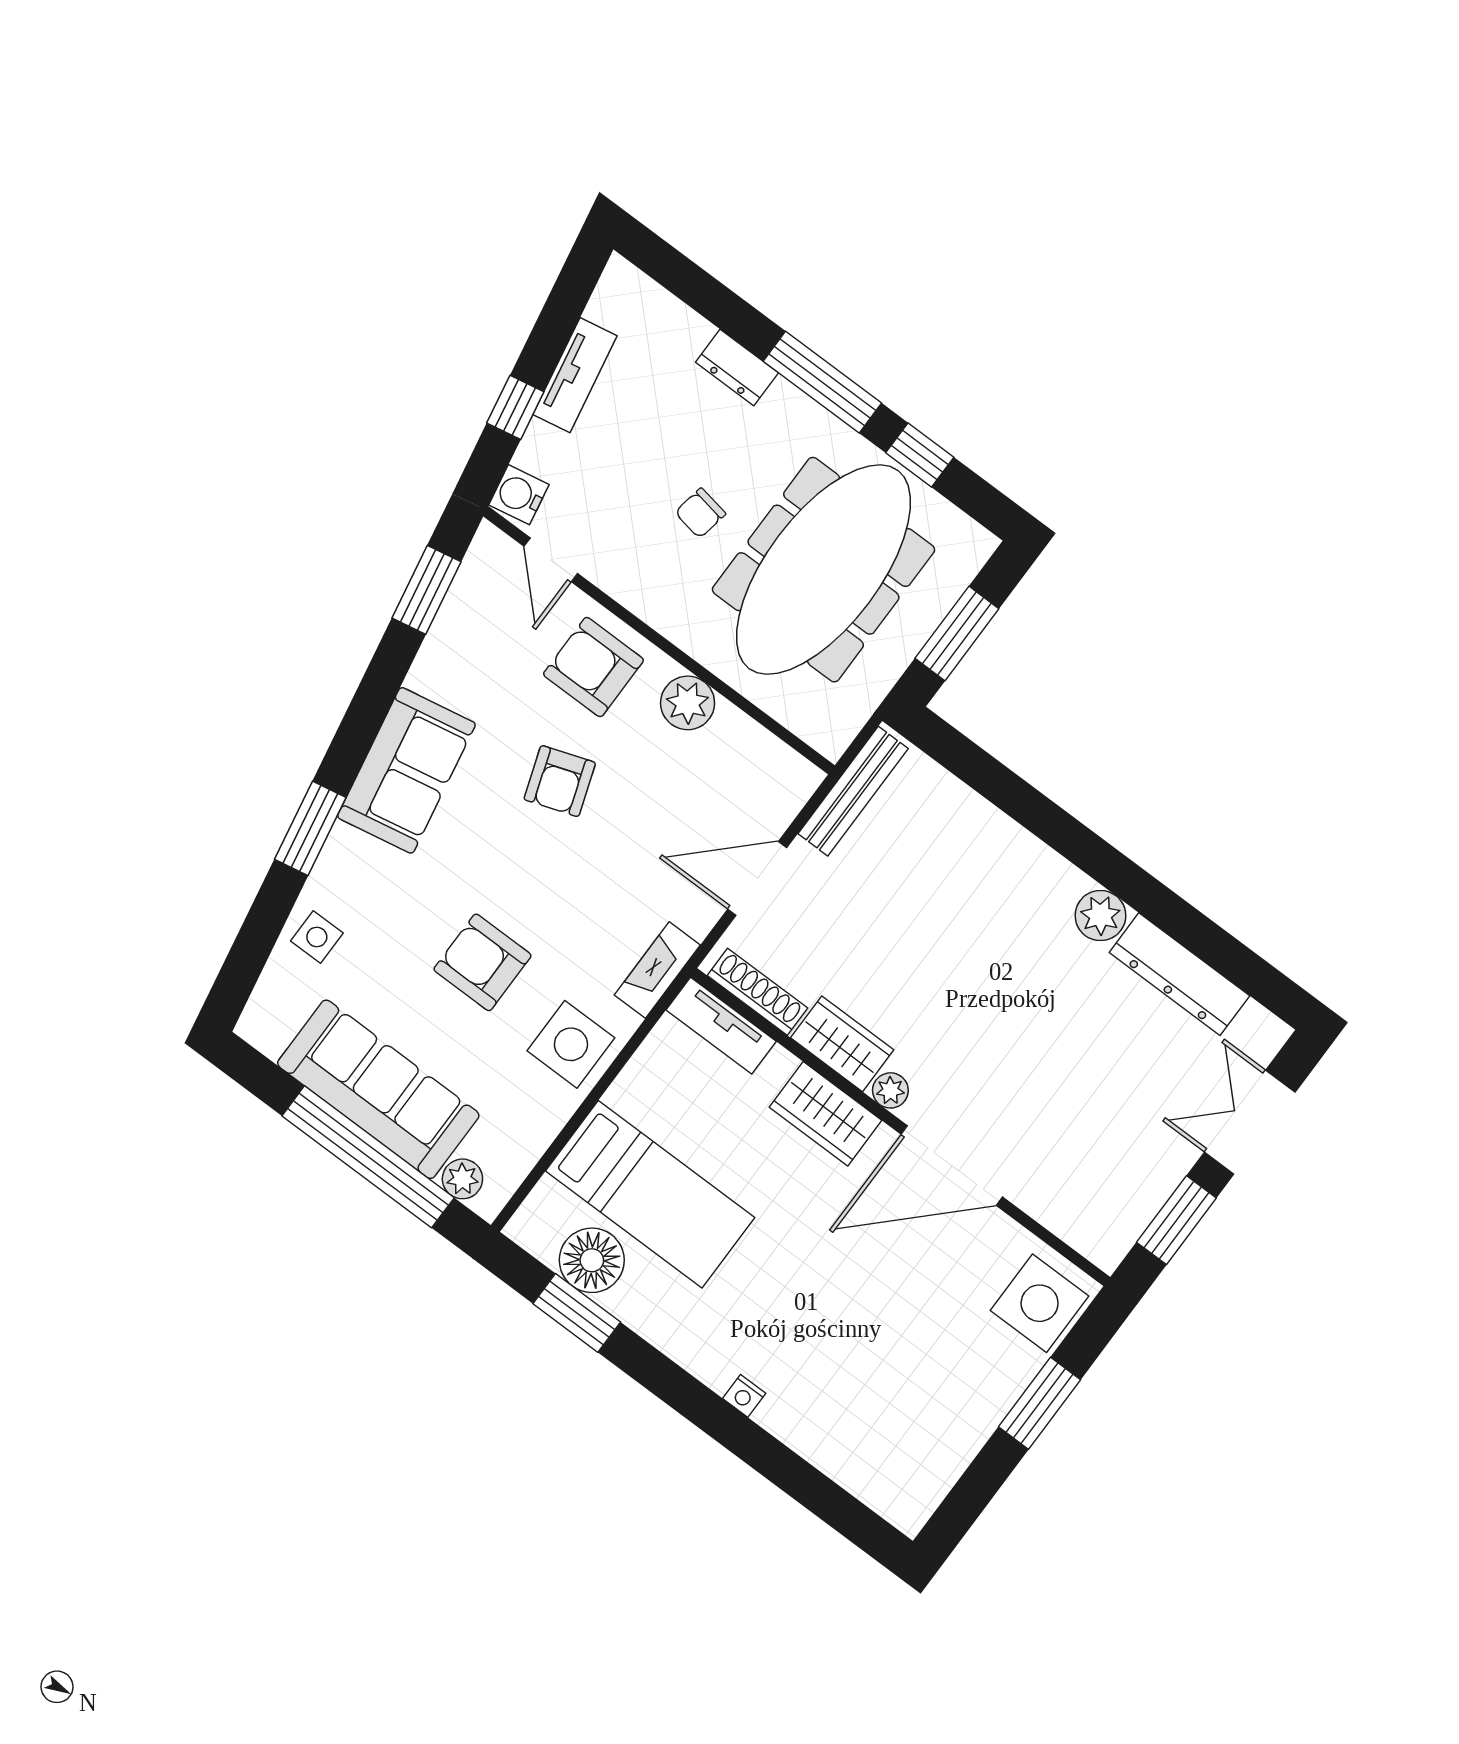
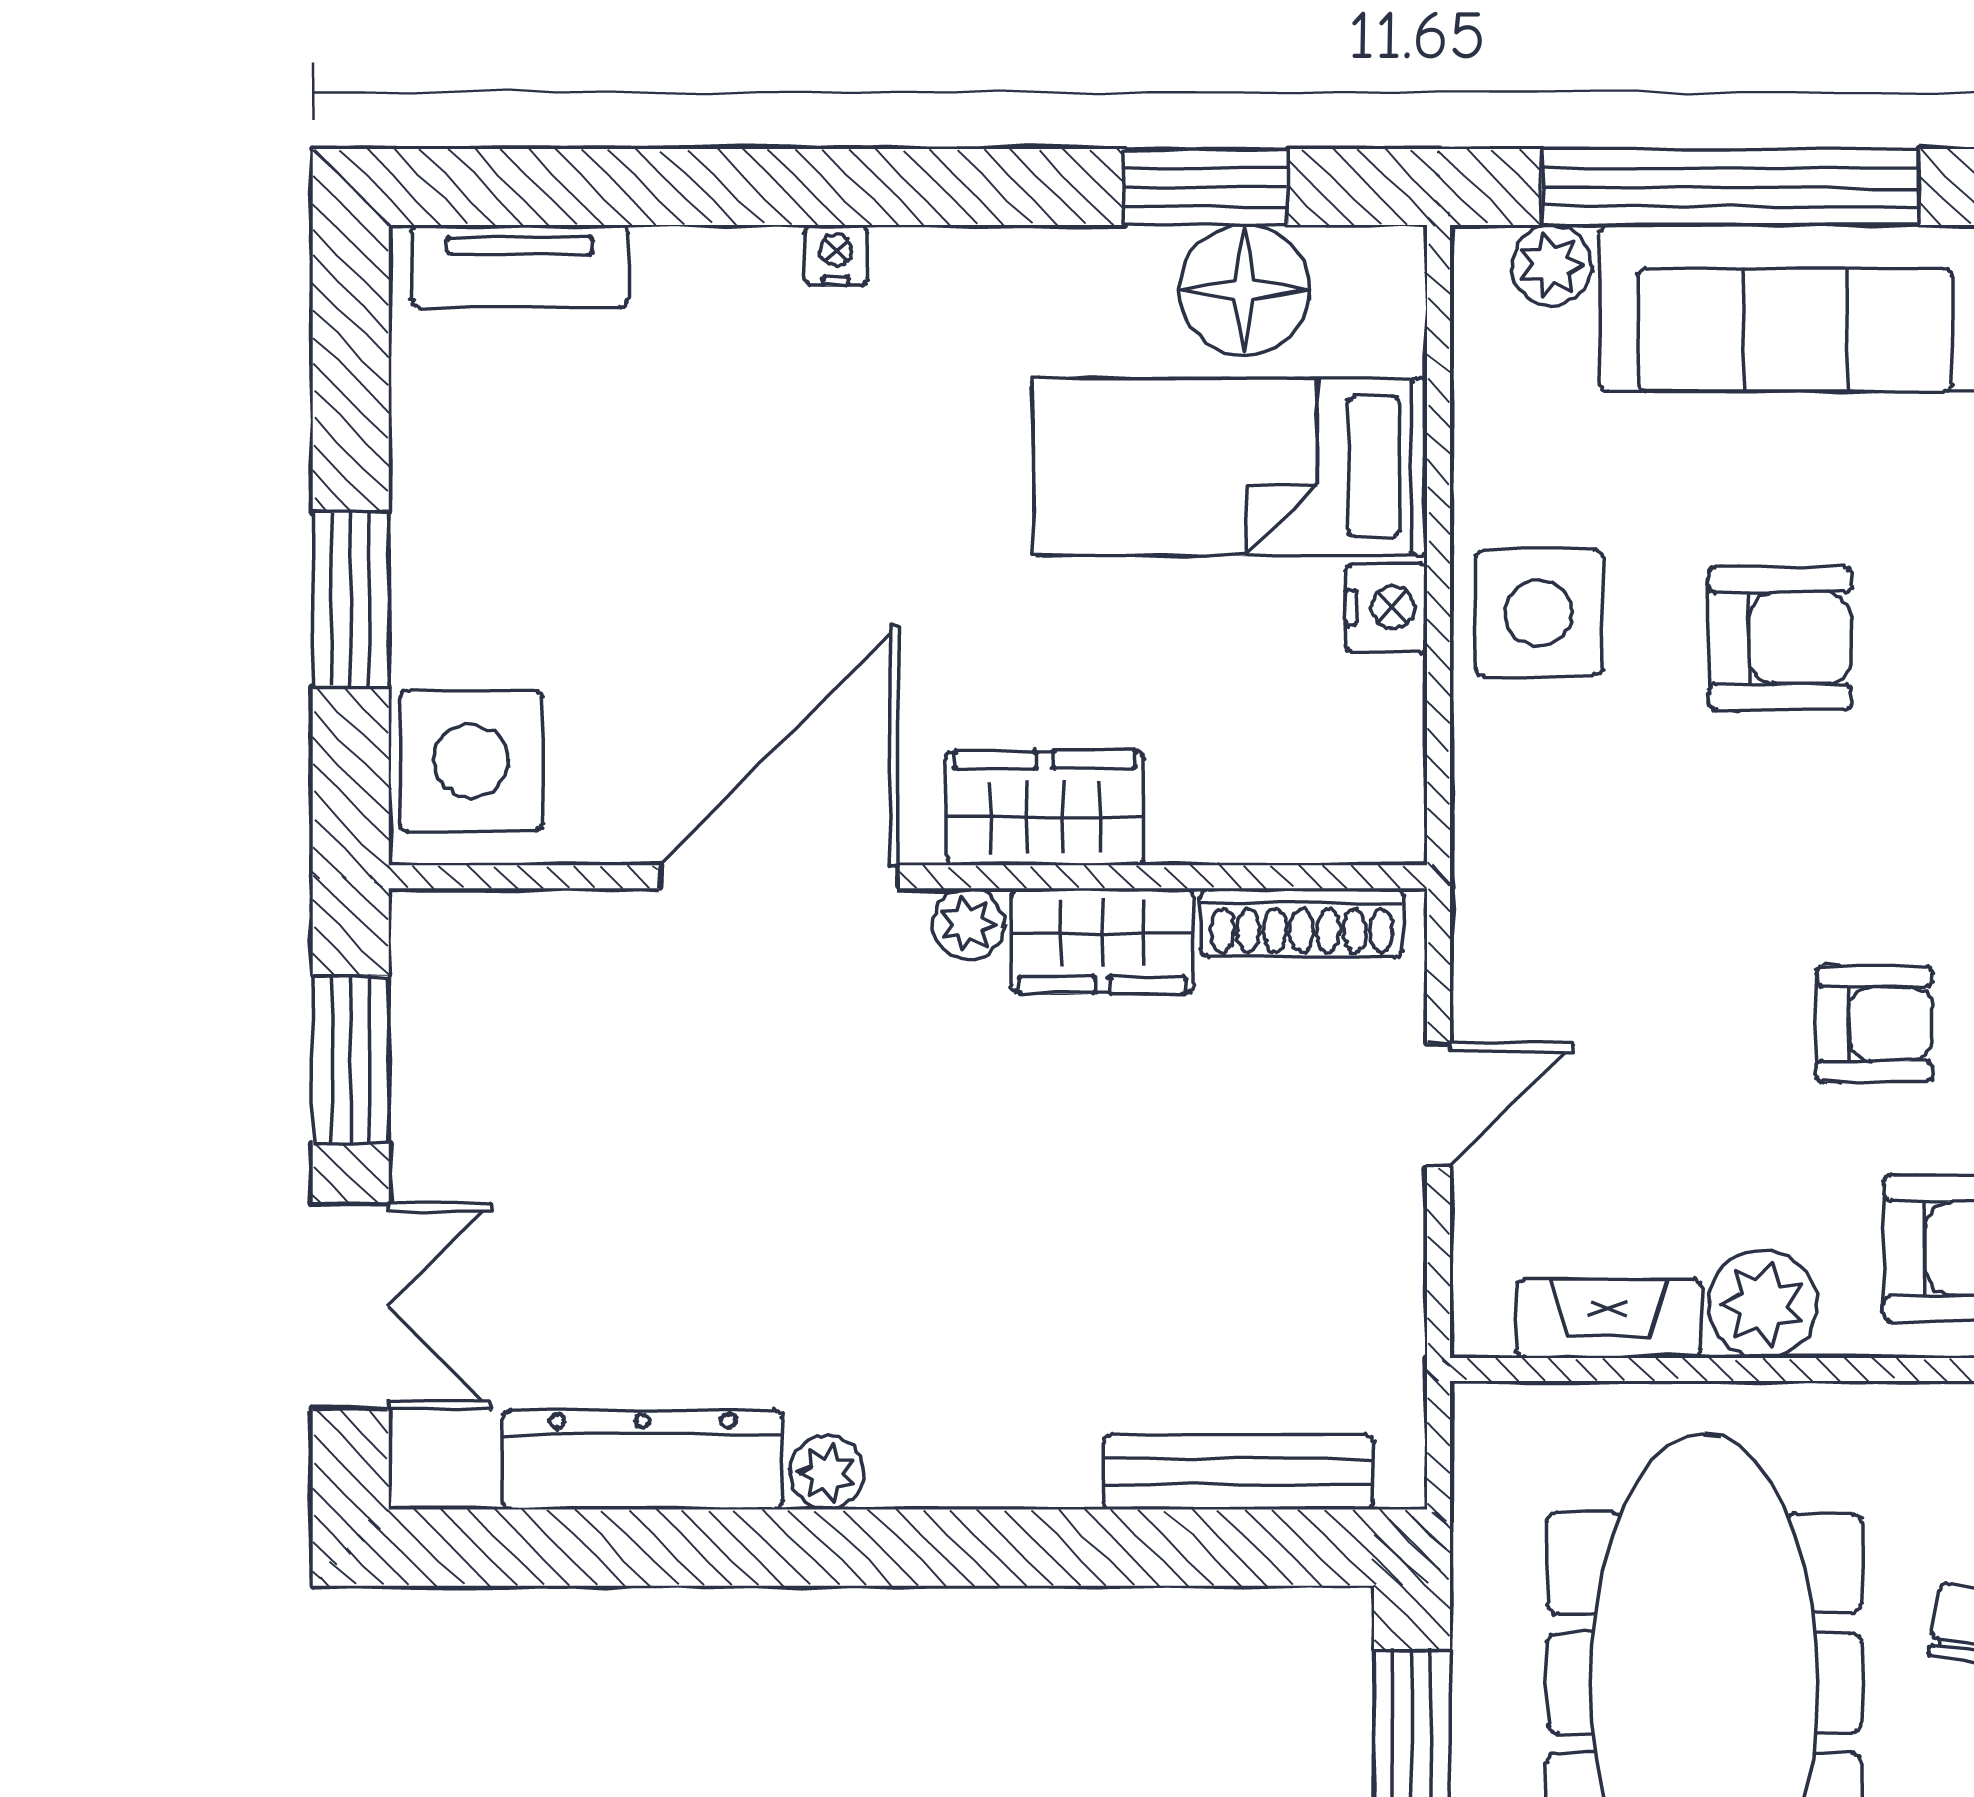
armchair: (560, 781) -> (1874, 1024), turned 109
bench: (853, 791) -> (1238, 1472), moved, turned 90
door: (757, 878) -> (1439, 1105), width x0.73
plant: (1100, 916) -> (827, 1473), width x0.73, depth x0.73
fireplace: (657, 970) -> (1609, 1319), moved, turned -90
tv unit: (721, 1026) -> (520, 266), moved, turned 180
nightstand: (630, 1092) -> (1386, 608), added

